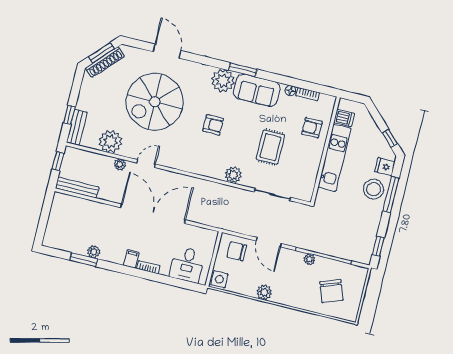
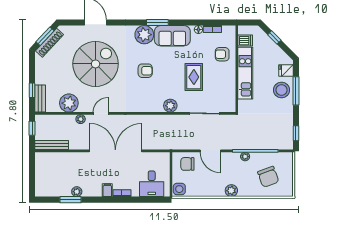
spiral stairs: (155, 102) -> (96, 64), turned 180
window: (390, 138) -> (274, 37), moved
plant: (264, 292) -> (231, 191), moved

